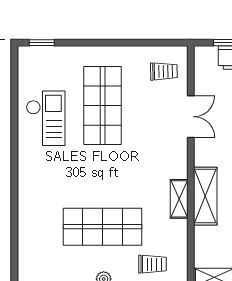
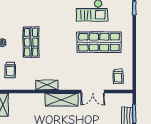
shelving: (205, 196) -> (62, 100), moved
shop shelf: (103, 227) -> (31, 42), width x0.70, depth x0.74

